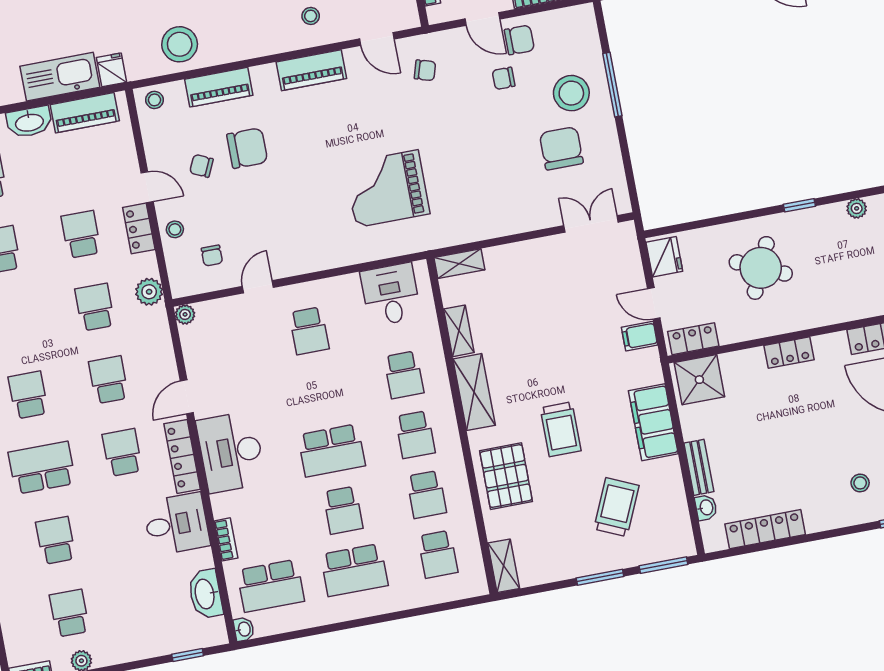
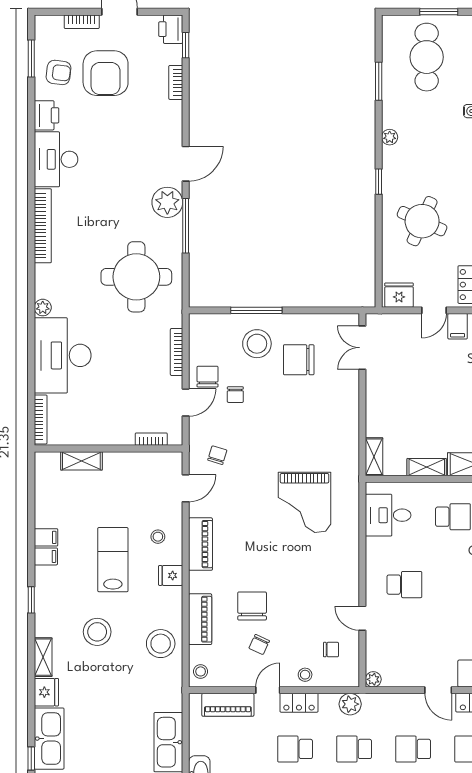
fridge: (111, 70) -> (171, 575), moved
piano: (85, 113) -> (228, 705), moved, turned 90

